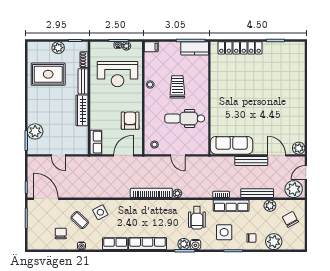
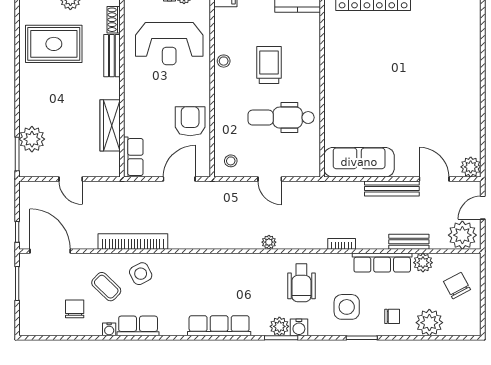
wardrobe: (82, 110) -> (110, 125), moved
bookcase: (151, 193) -> (133, 241), moved
bench: (257, 193) -> (409, 242), width x0.73
row of seats: (231, 206) -> (382, 263), moved
row of seats: (115, 244) -> (138, 326), moved

